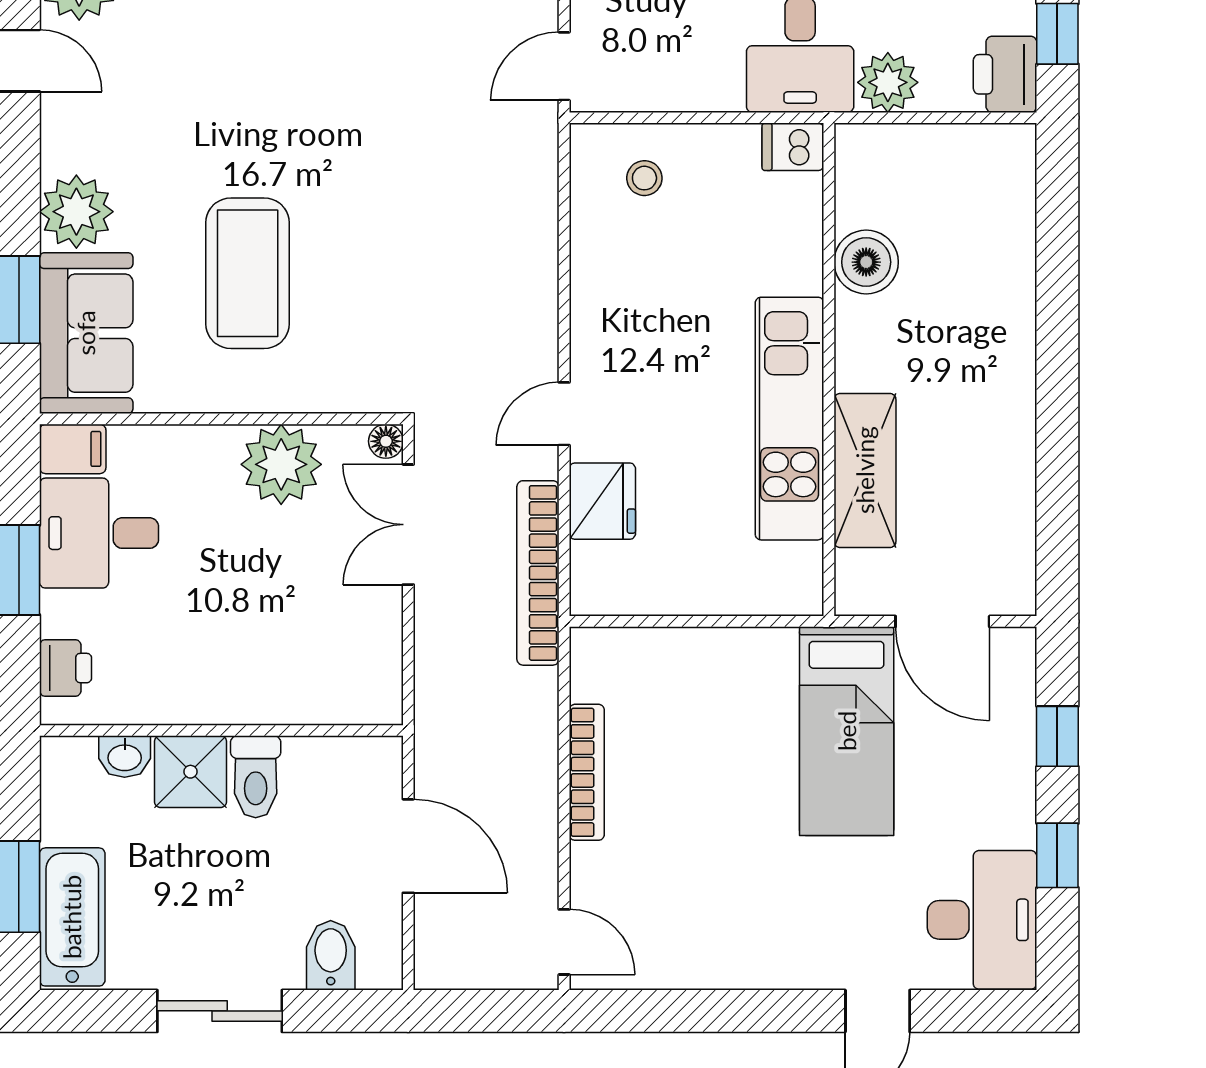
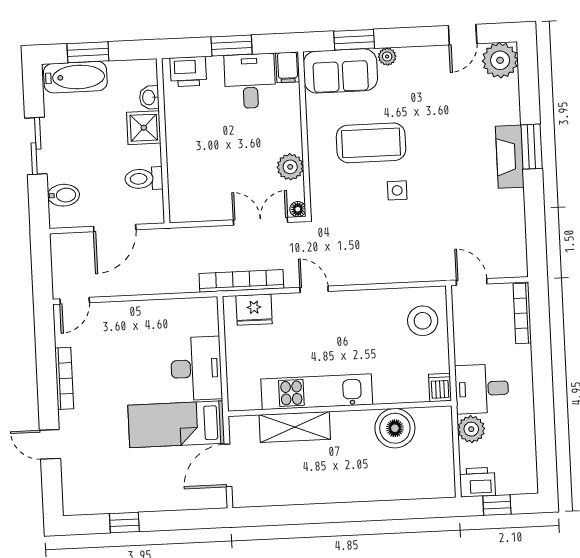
stool: (644, 178) -> (423, 321), width x1.89, depth x1.89
plant: (76, 212) -> (387, 57), width x0.53, depth x0.53
side table: (355, 221) -> (397, 190), added
boiler: (866, 262) -> (395, 428), width x1.37, depth x1.37
plant: (281, 464) -> (290, 167), width x0.73, depth x0.73
fridge: (602, 501) -> (254, 310), moved
printer: (65, 668) -> (188, 72), width x1.36, depth x1.24
window: (1057, 736) -> (178, 520), removed
bookcase: (587, 772) -> (64, 378), moved, turned -90
toilet: (256, 777) -> (144, 179), moved
desk: (982, 920) -> (196, 368), moved, turned -90

